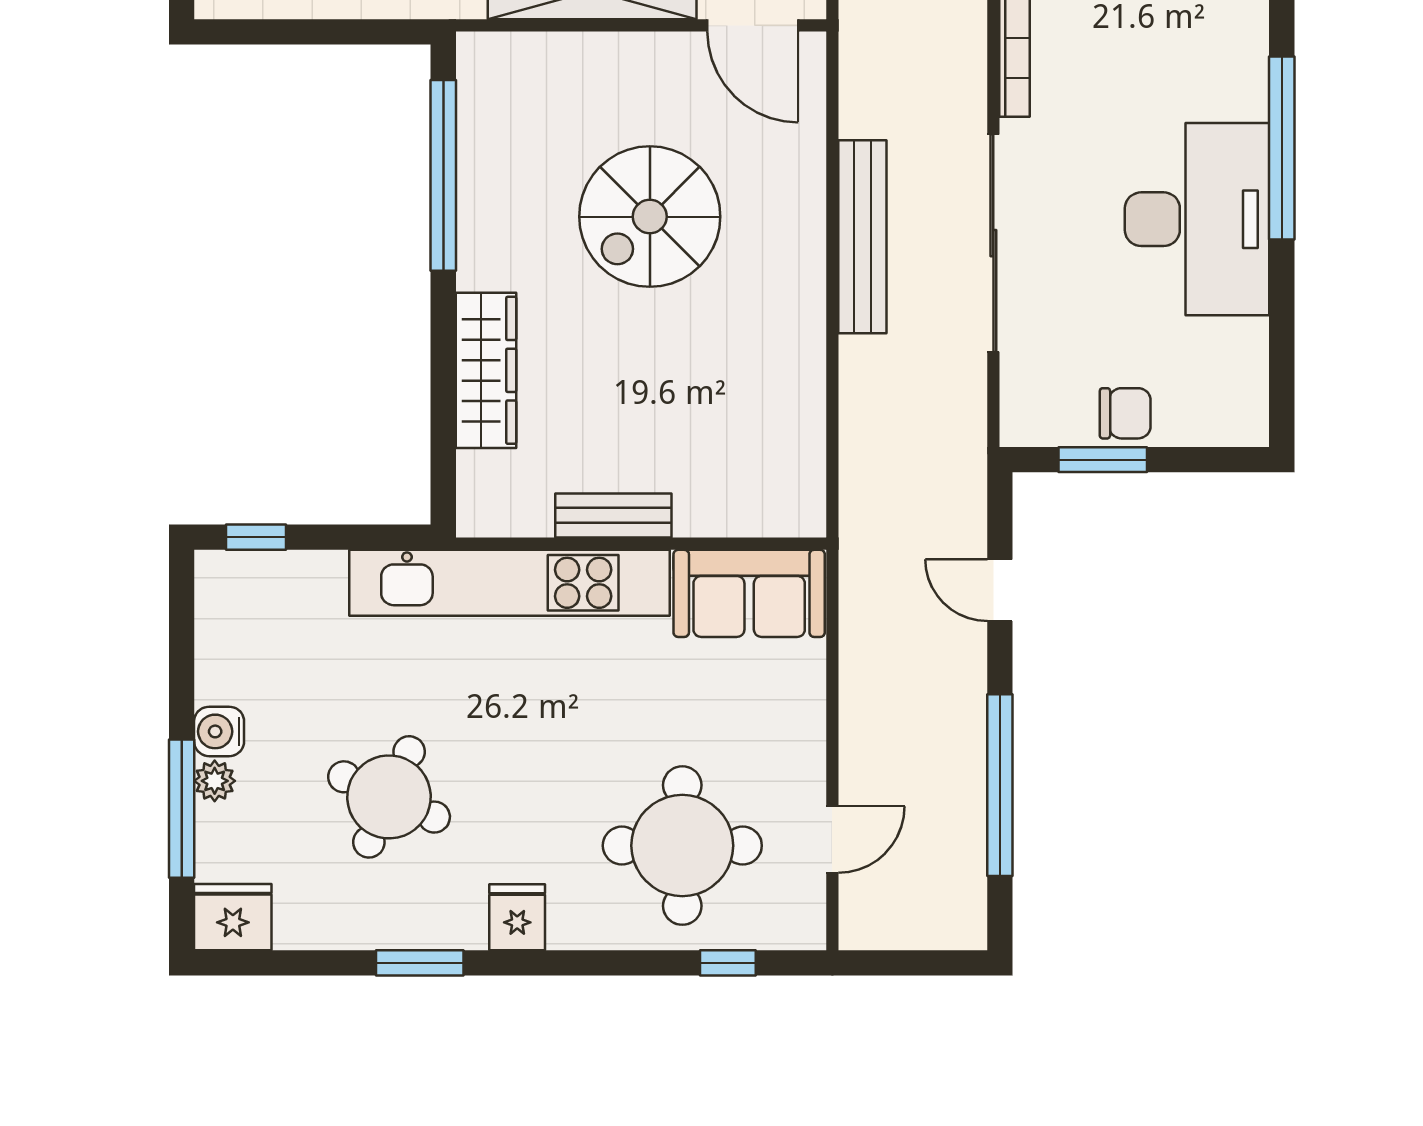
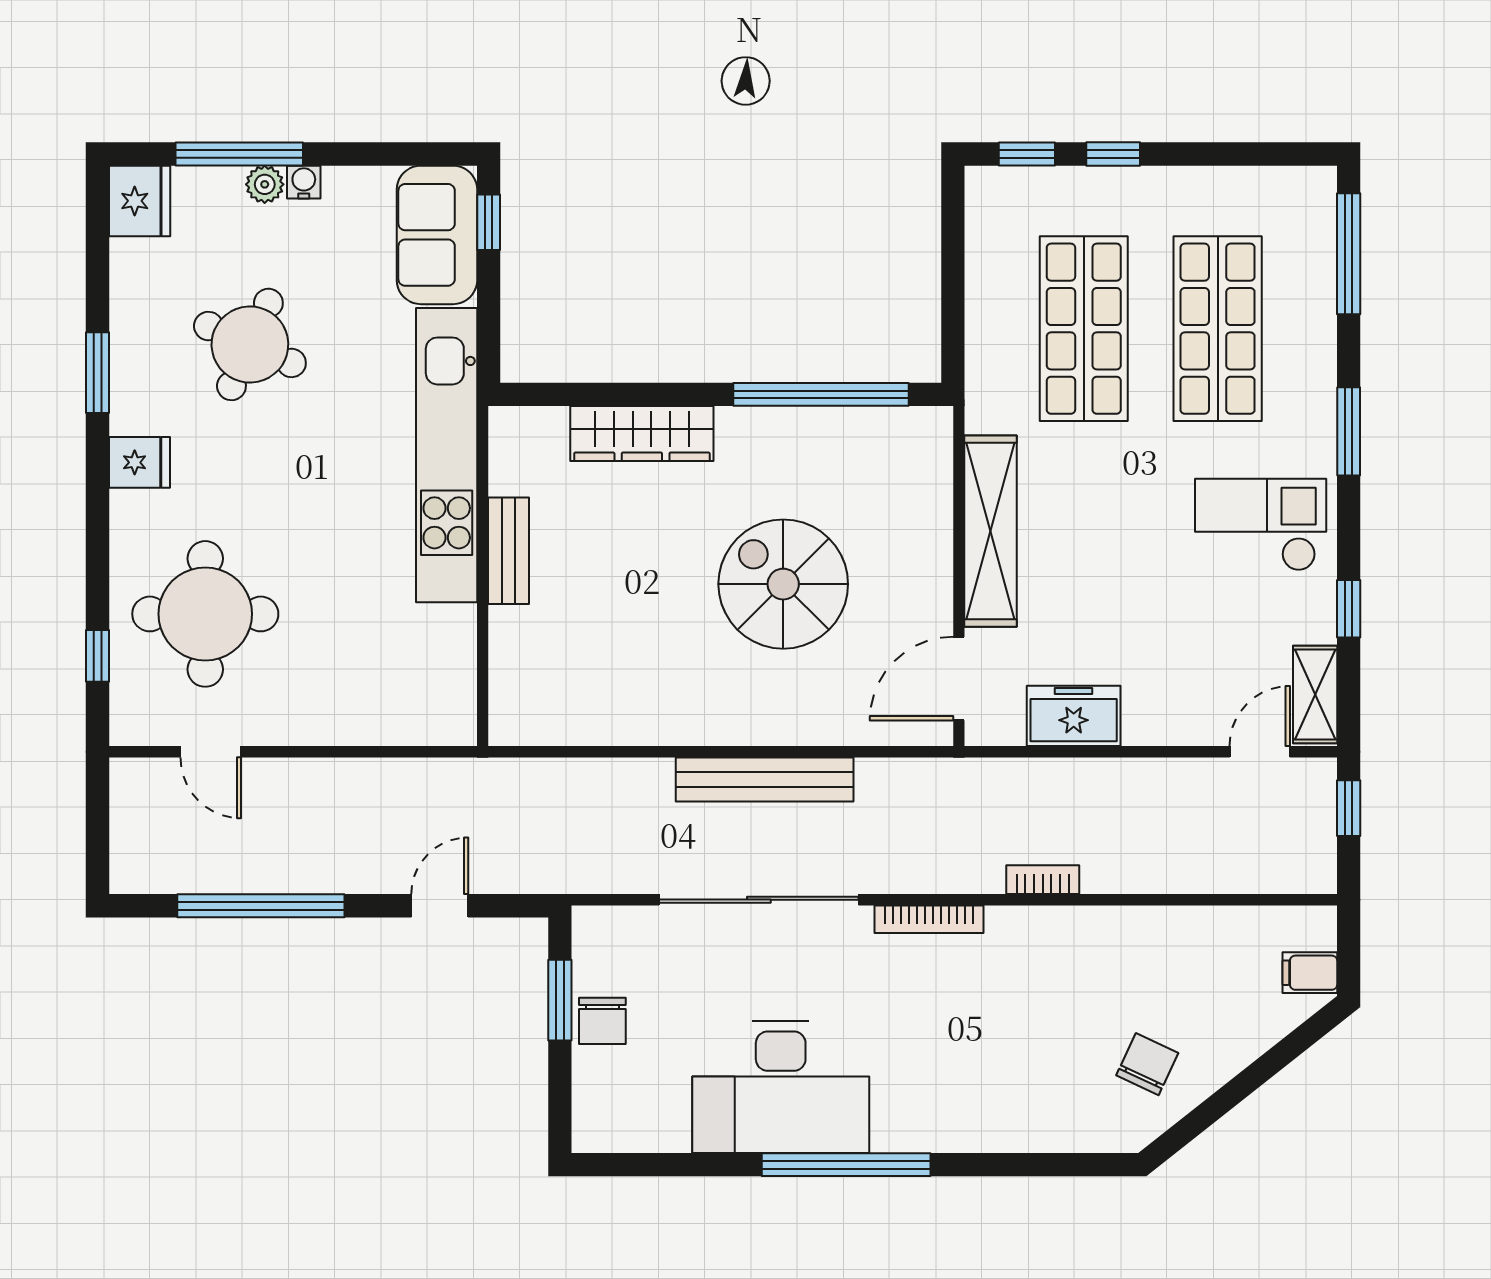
sofa: (749, 593) -> (437, 235), moved
water cooler: (219, 731) -> (304, 182), width x0.72, depth x0.72

